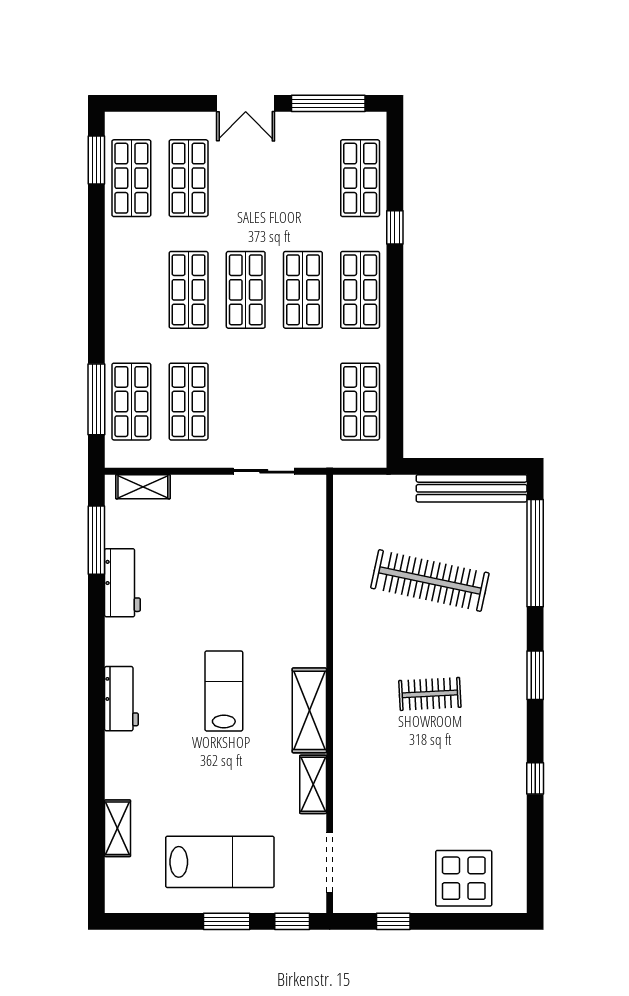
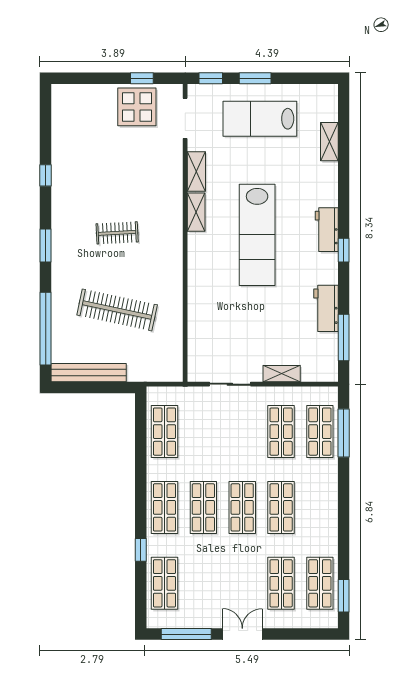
shelving: (143, 487) -> (282, 374), moved
window: (96, 669) -> (344, 250), added
lab bench: (224, 691) -> (257, 235), width x1.86, depth x1.39
shelving: (309, 710) -> (196, 212), width x0.67, depth x0.75
display table: (464, 878) -> (137, 107), moved

